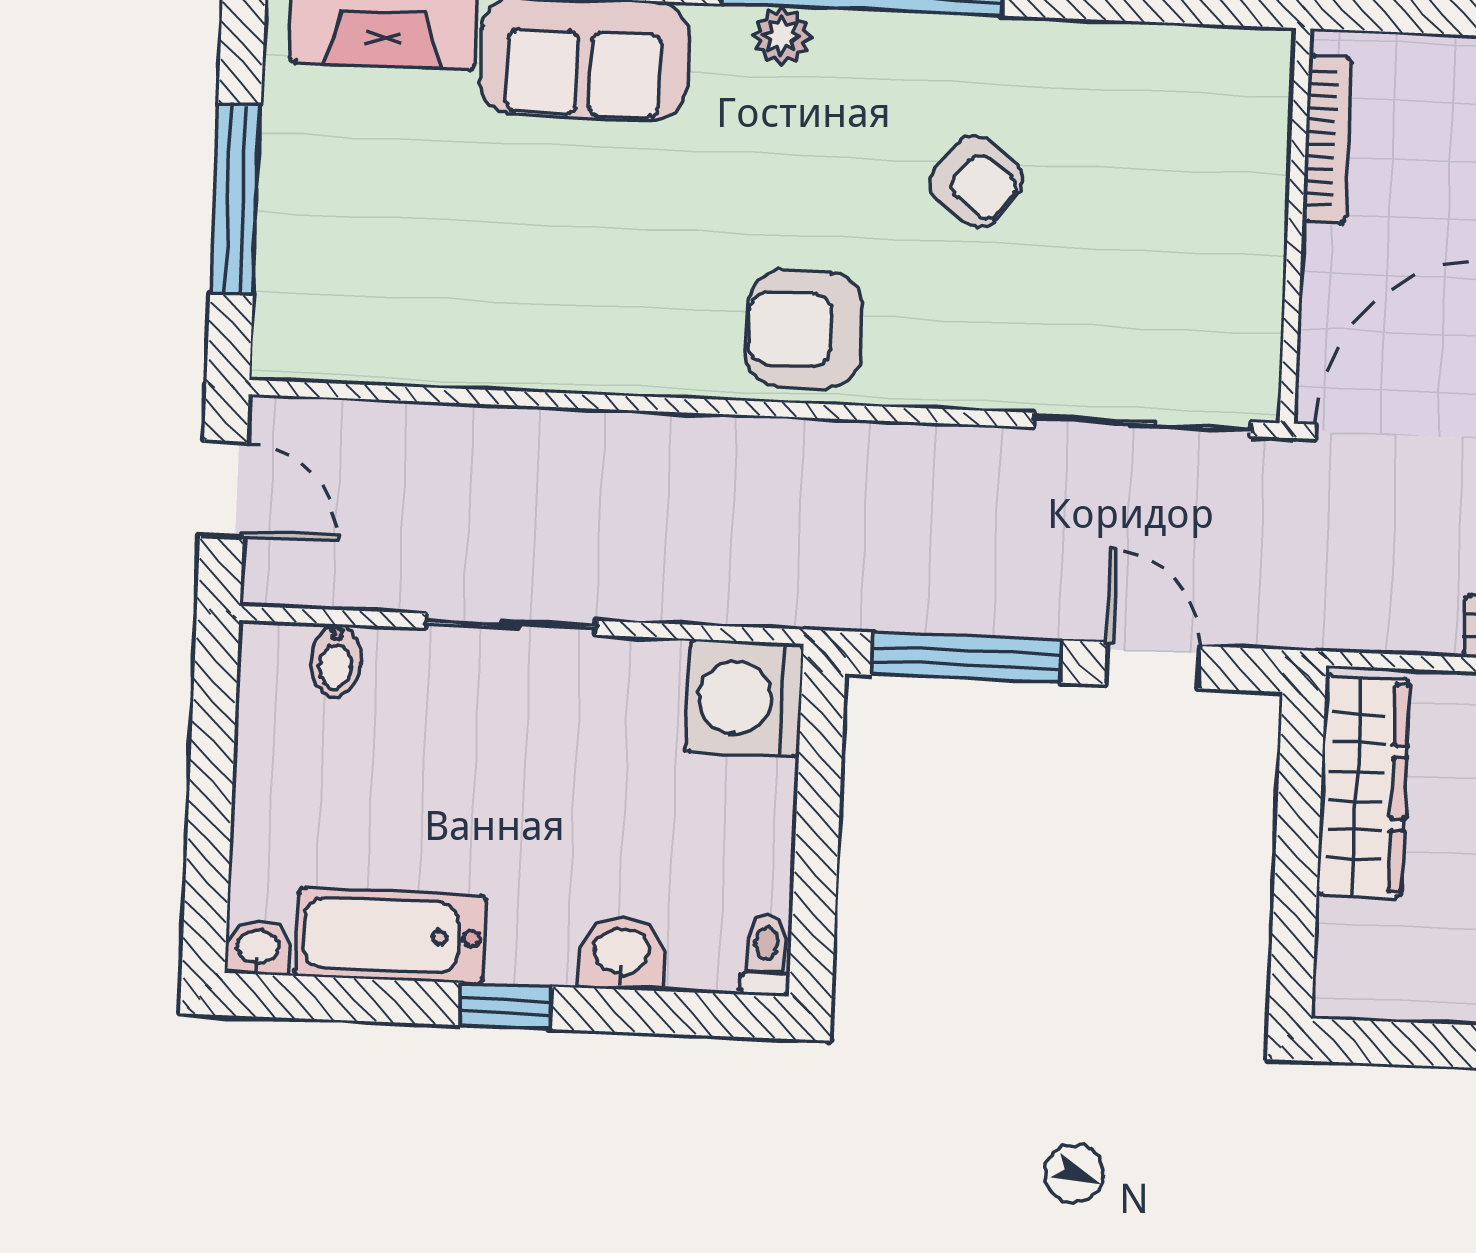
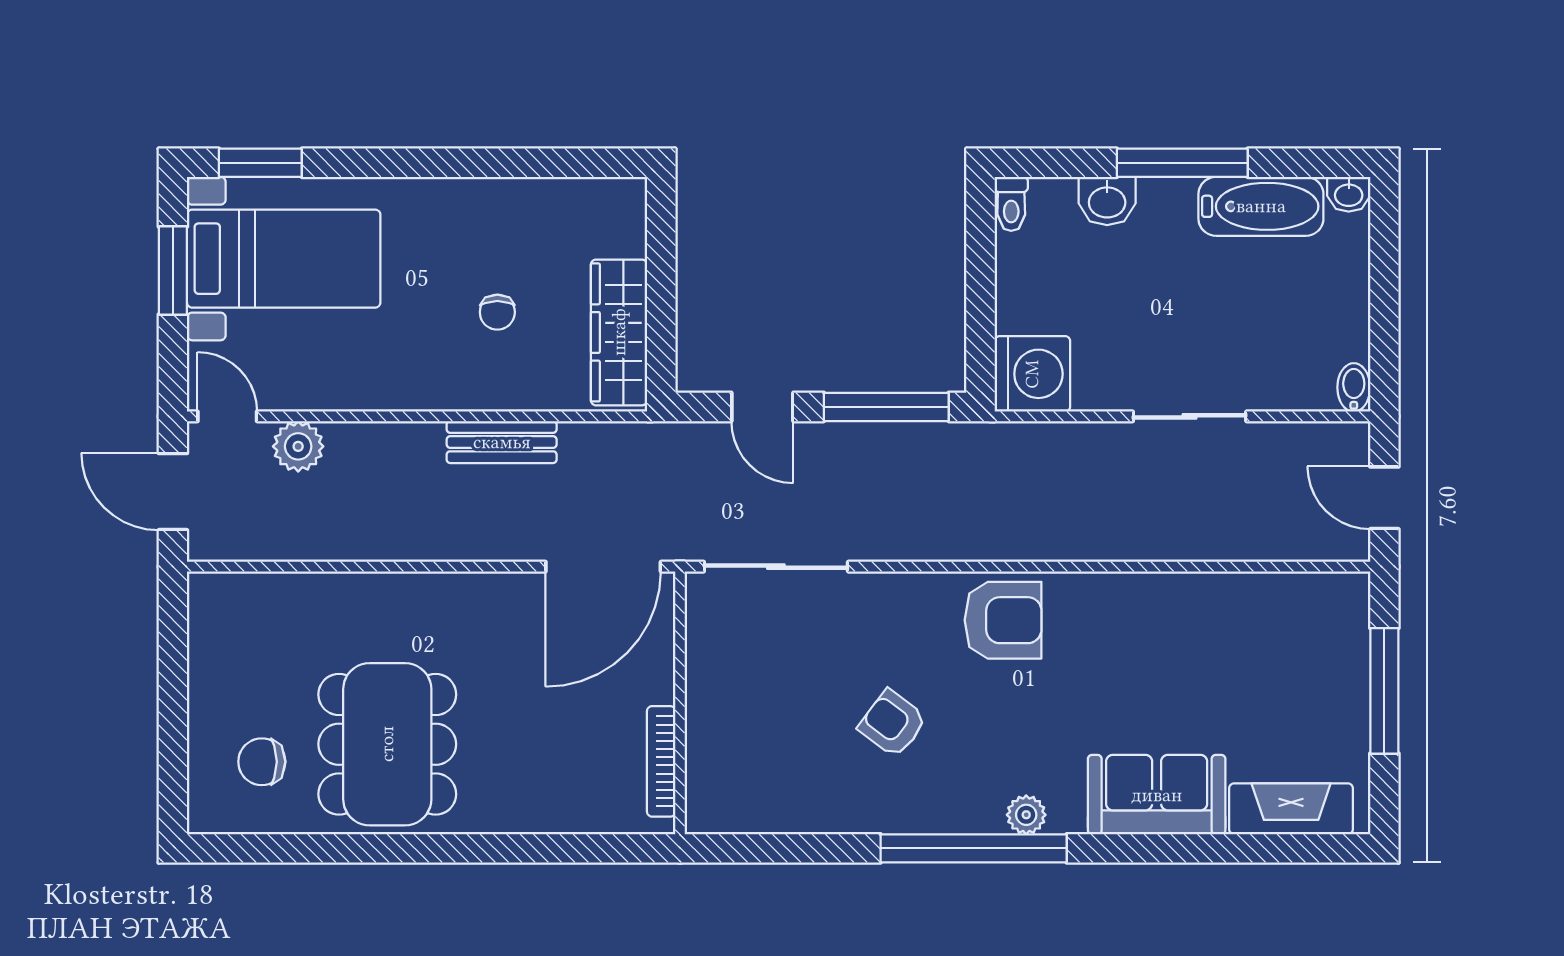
bidet: (336, 661) -> (1354, 387), moved
window: (506, 1006) -> (1182, 163), width x2.17

